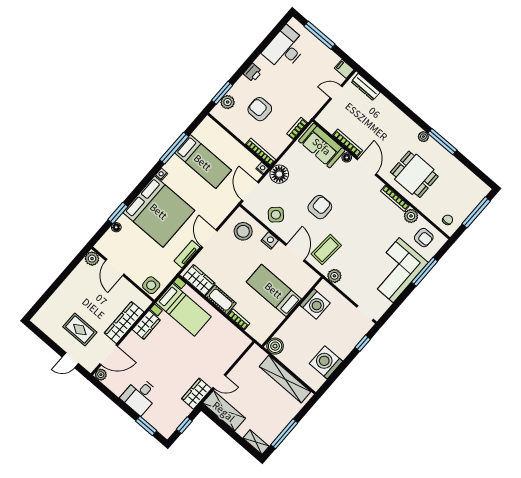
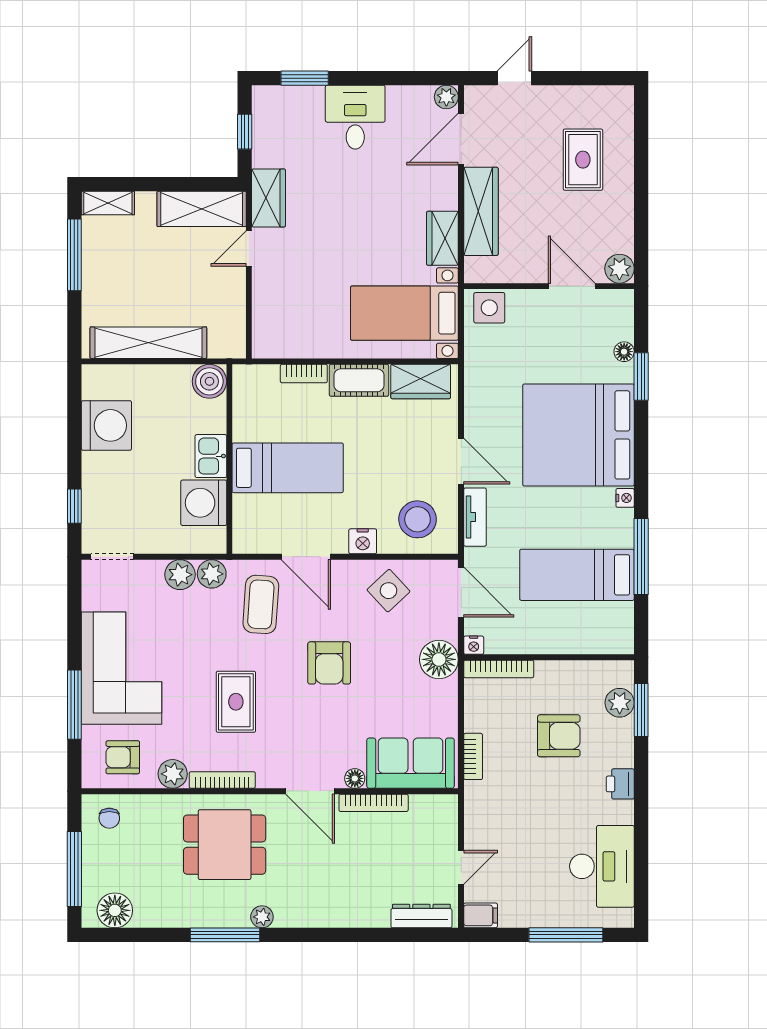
floor lamp: (474, 185) -> (115, 910), added
rug: (366, 222) -> (236, 702), added
tv unit: (187, 254) -> (475, 517), moved
plant: (346, 286) -> (180, 575), added
kitchen sink: (298, 319) -> (211, 456), added
rug: (80, 330) -> (583, 160), moved, turned 90

